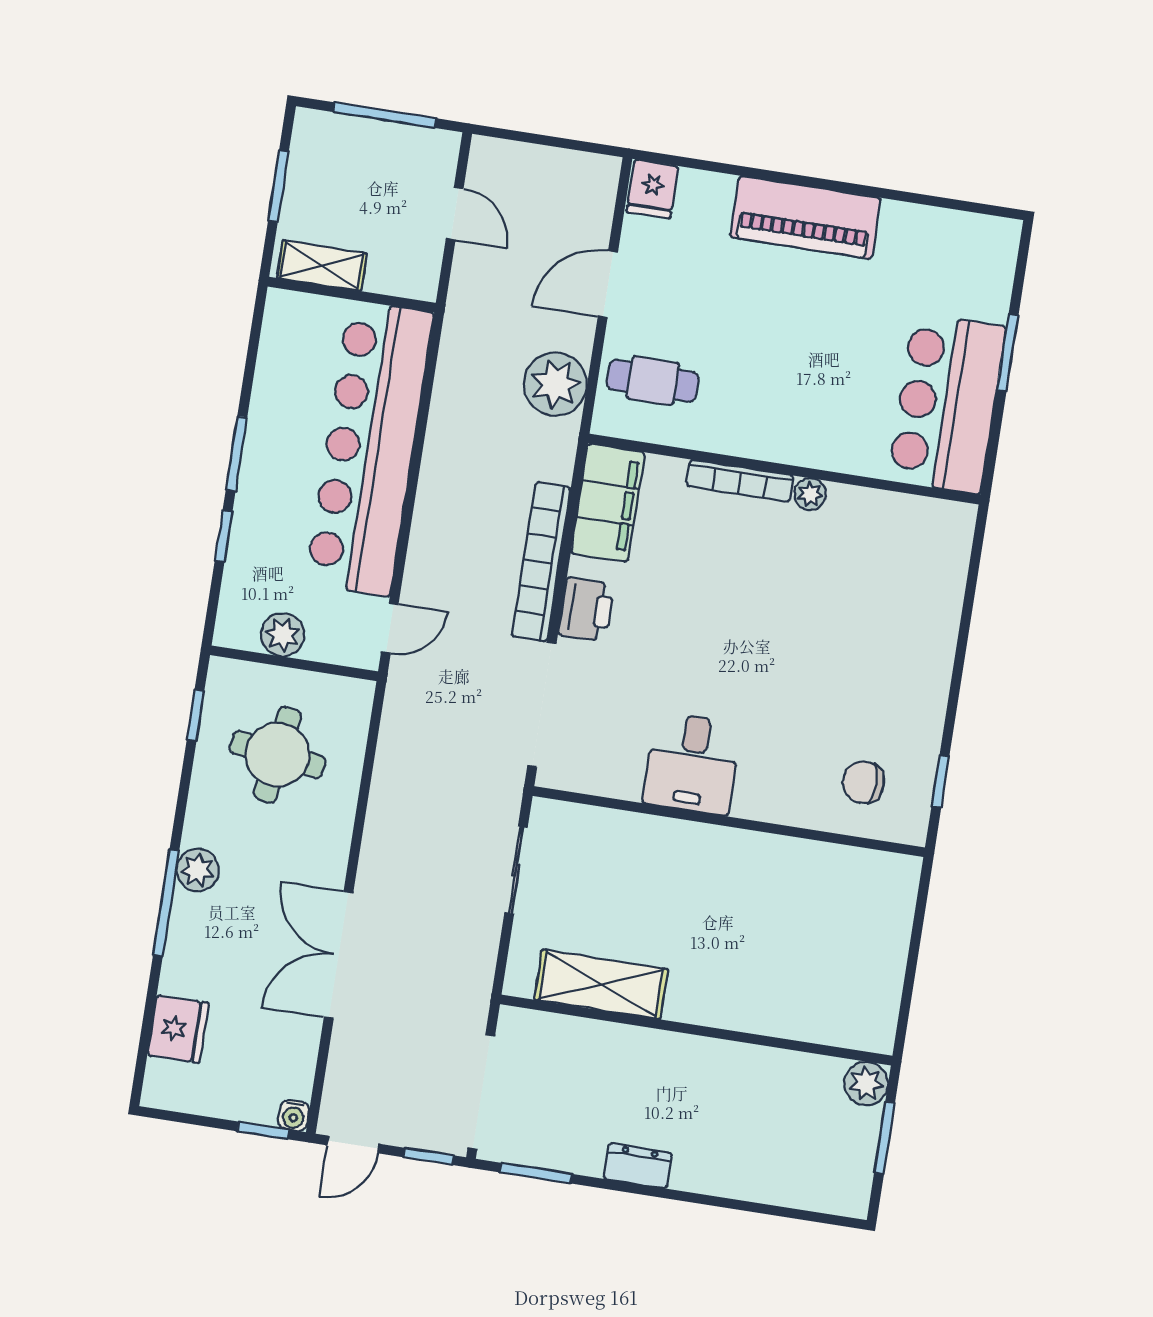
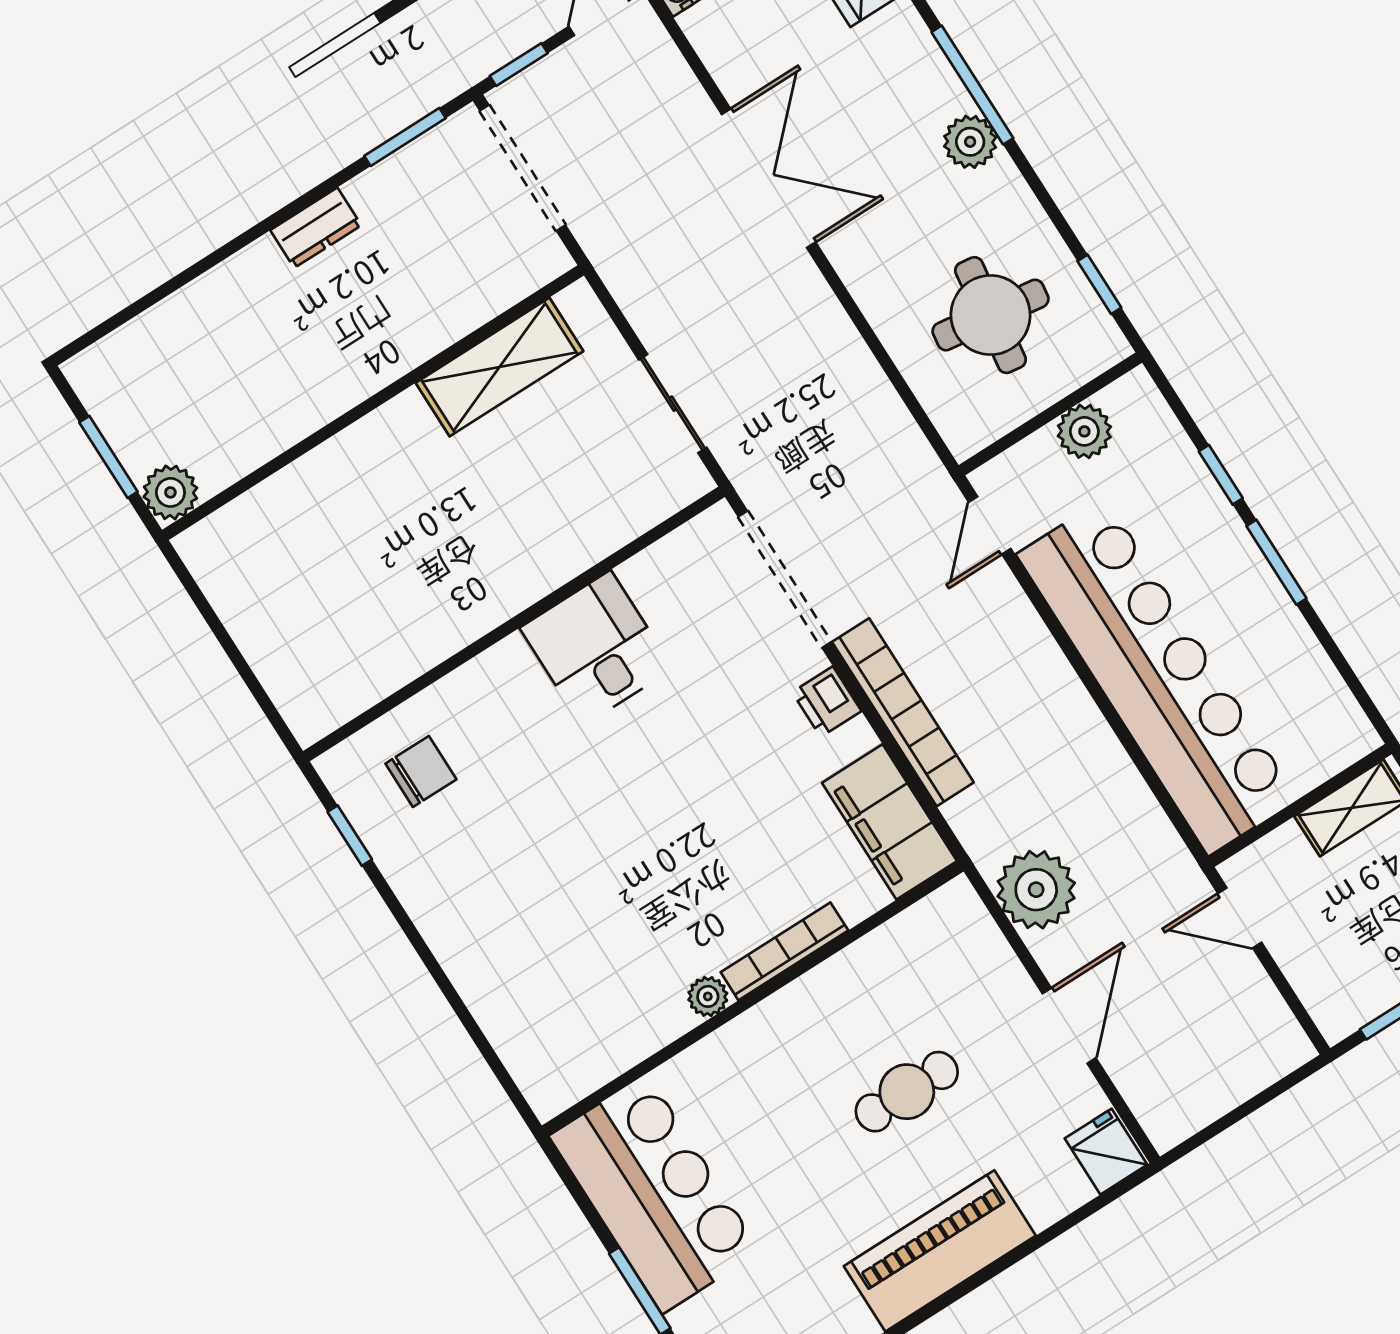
door: (455, 214) -> (1240, 918), moved
cafe table: (653, 381) -> (907, 1092), moved
printer: (586, 609) -> (827, 702), width x0.73, depth x0.81

